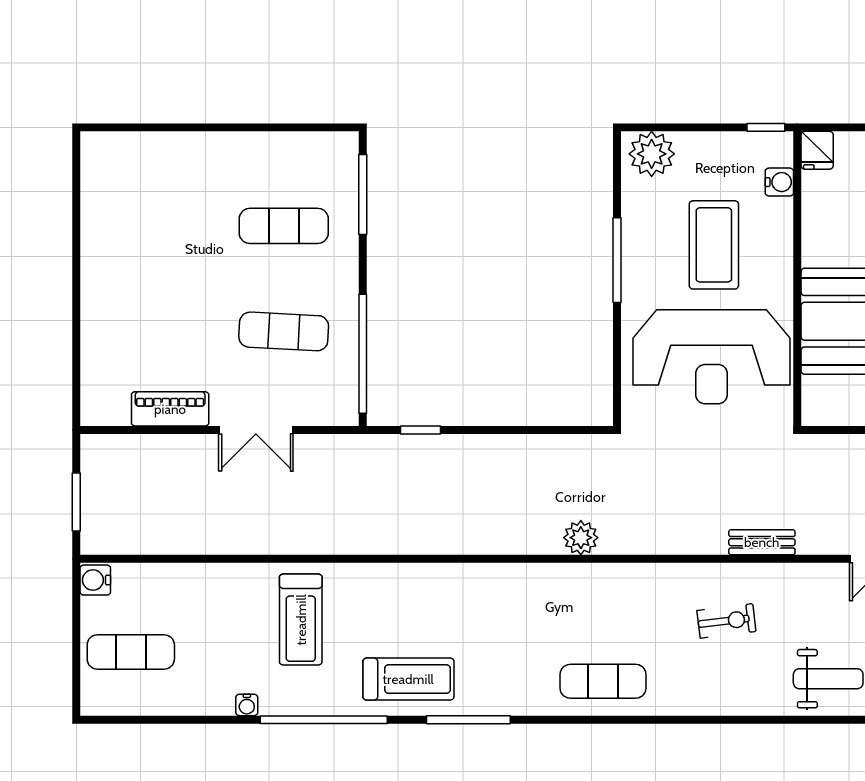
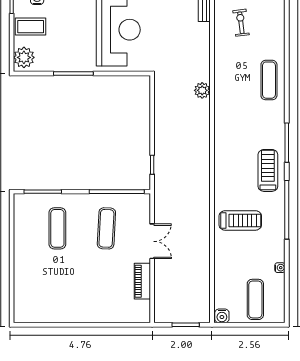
coffee table: (714, 245) -> (31, 27), moved, width x0.73, depth x0.76
water cooler: (247, 705) -> (280, 268), moved

